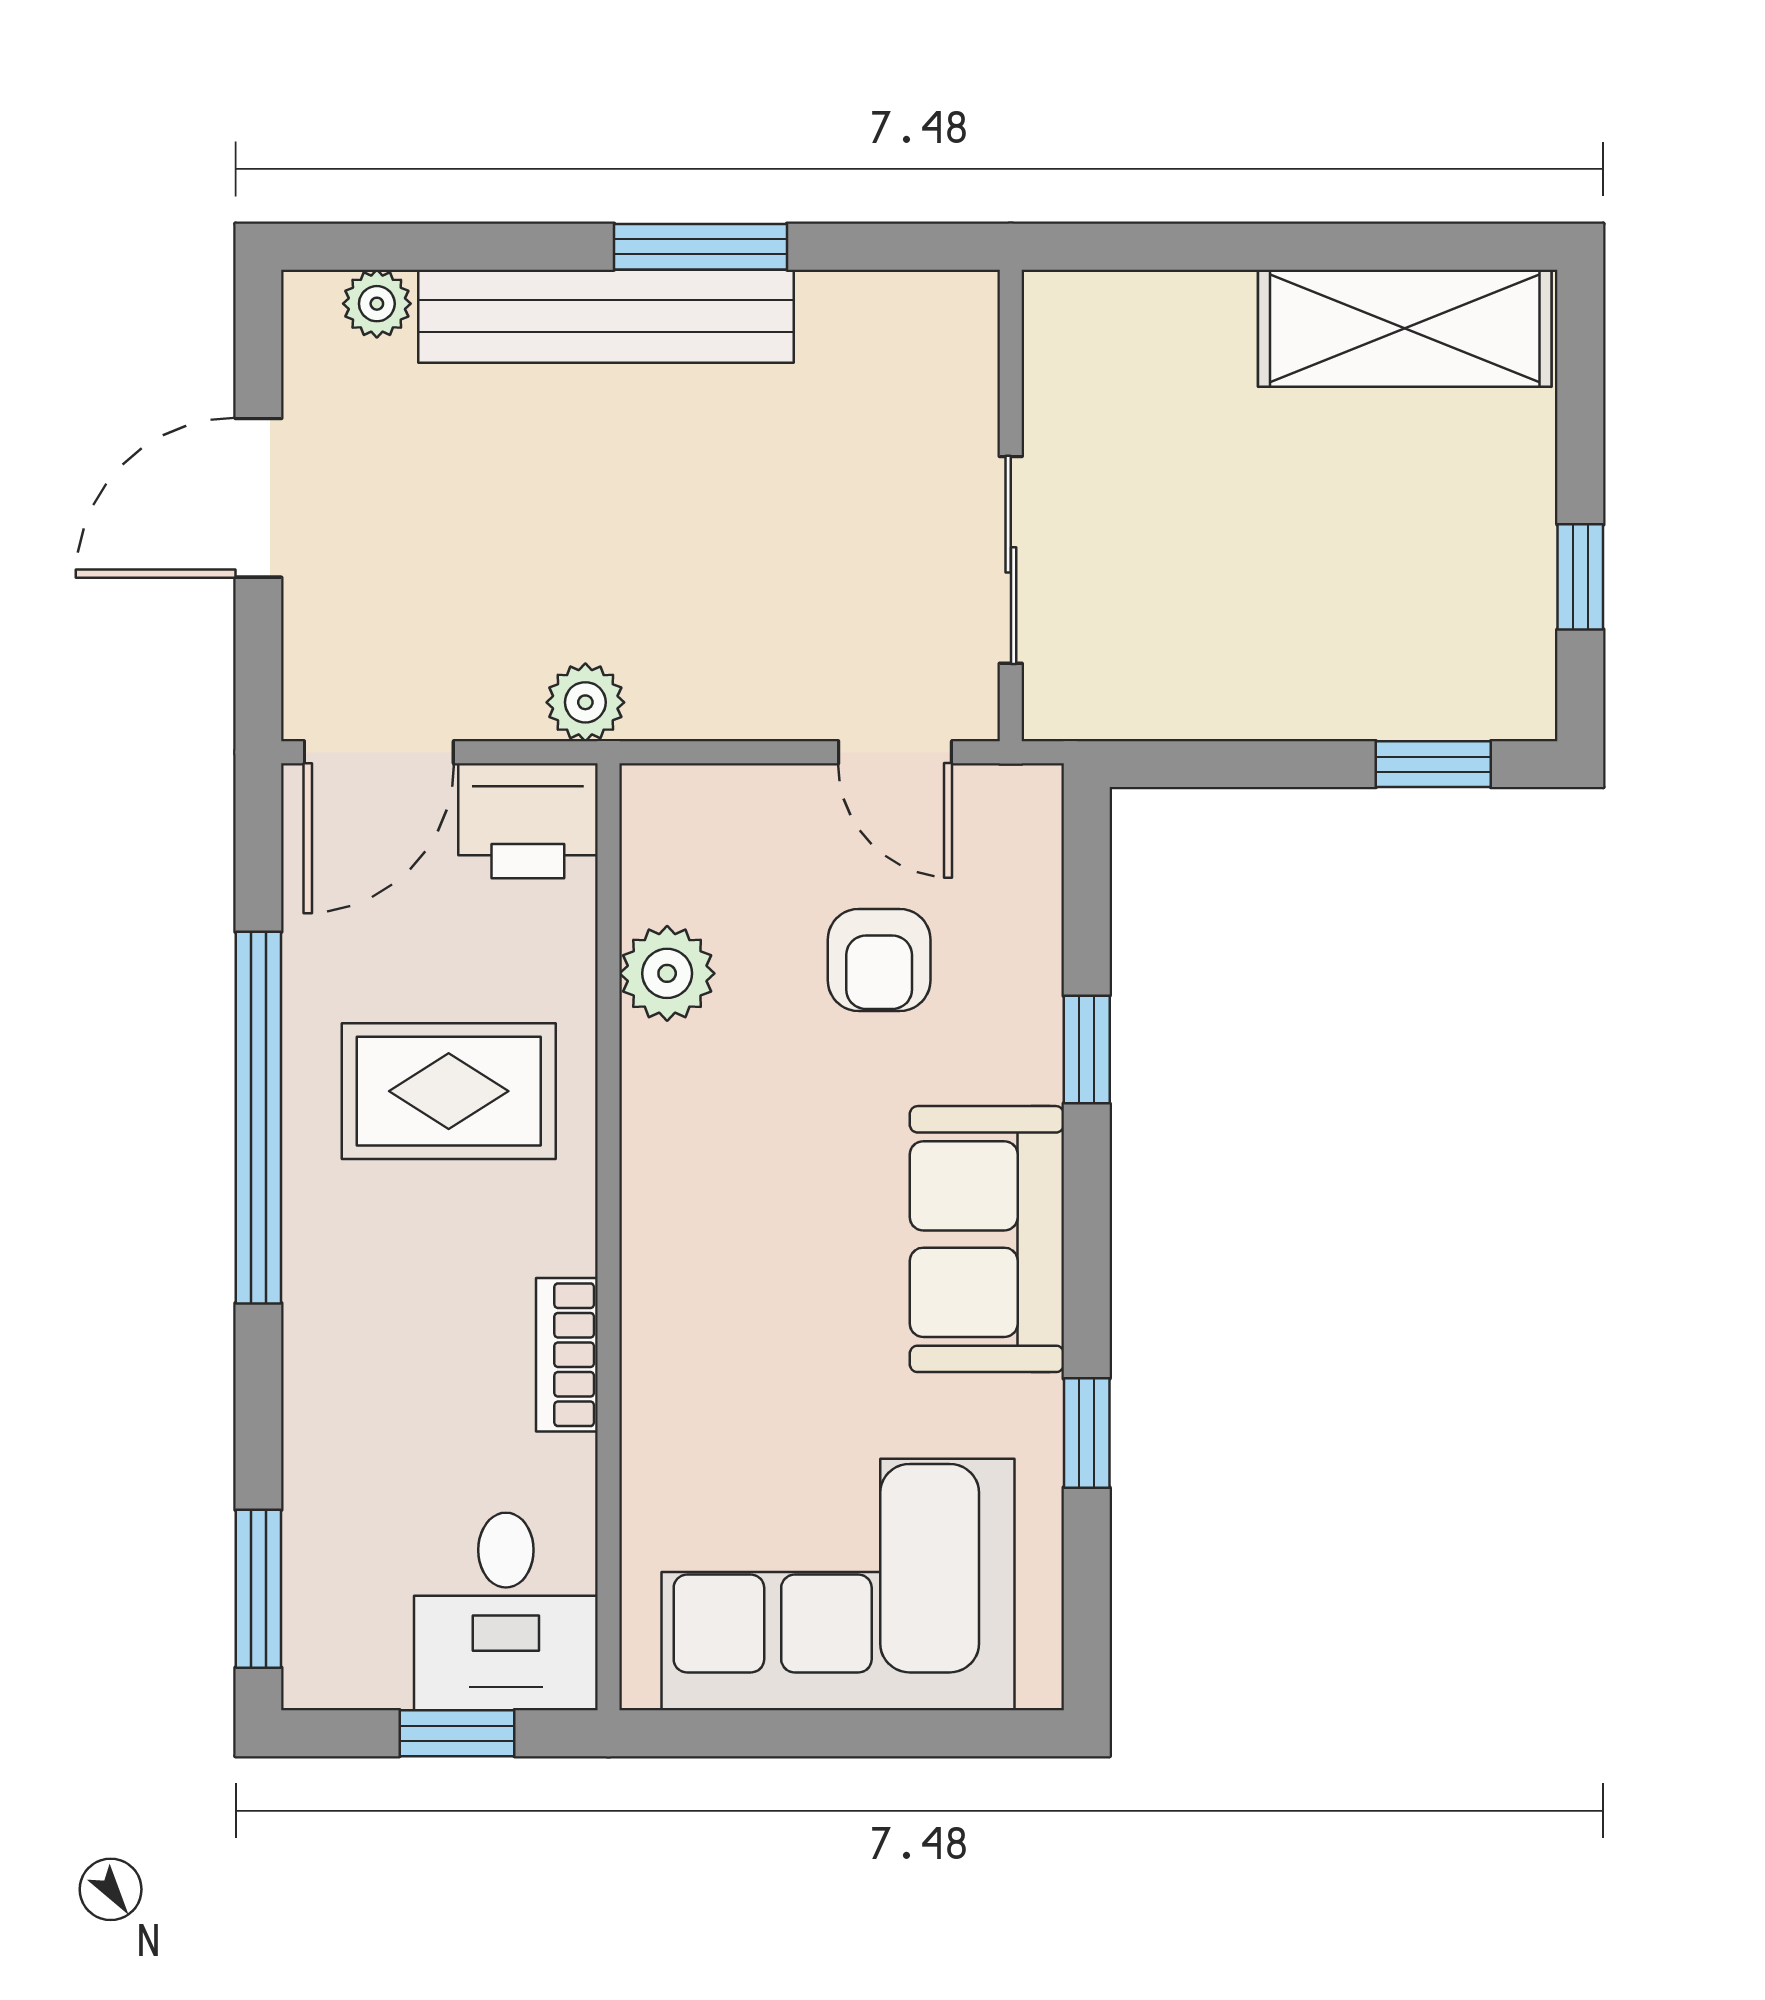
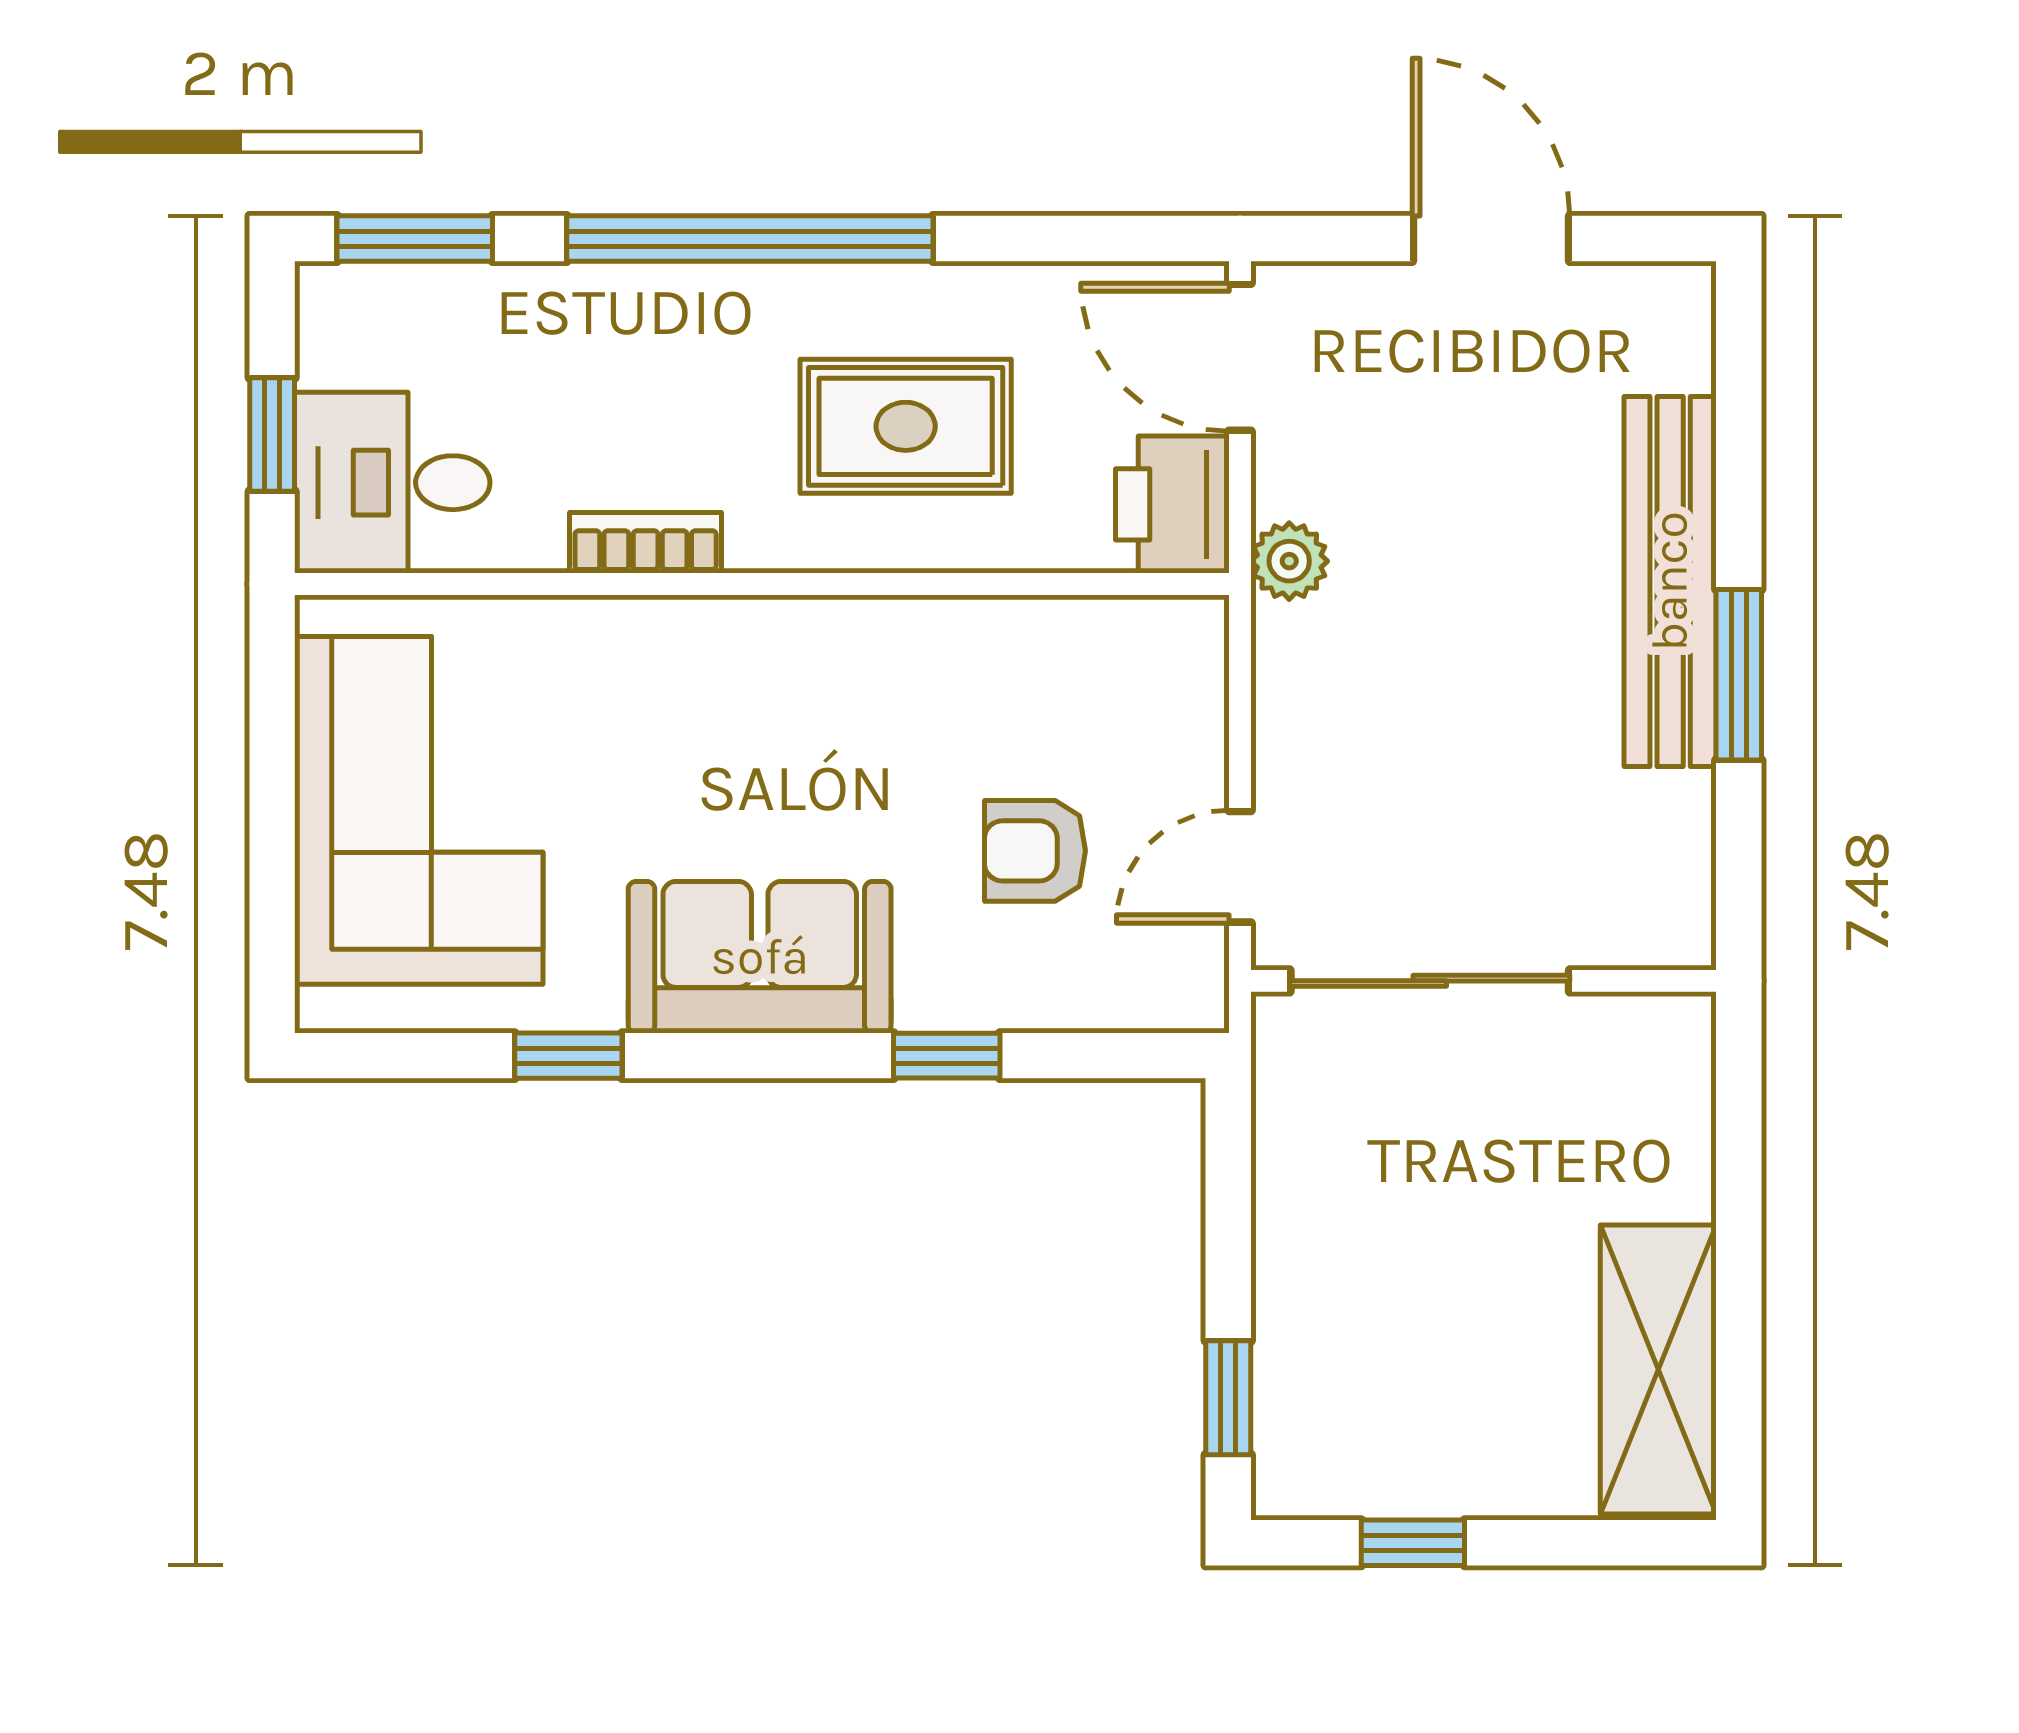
plant: (377, 304) -> (1683, 355), removed
sliding door: (1011, 560) -> (1430, 981), width x1.37
plant: (667, 973) -> (1022, 642), removed
rug: (449, 1091) -> (906, 426), turned 90
window: (258, 1118) -> (750, 239), moved

